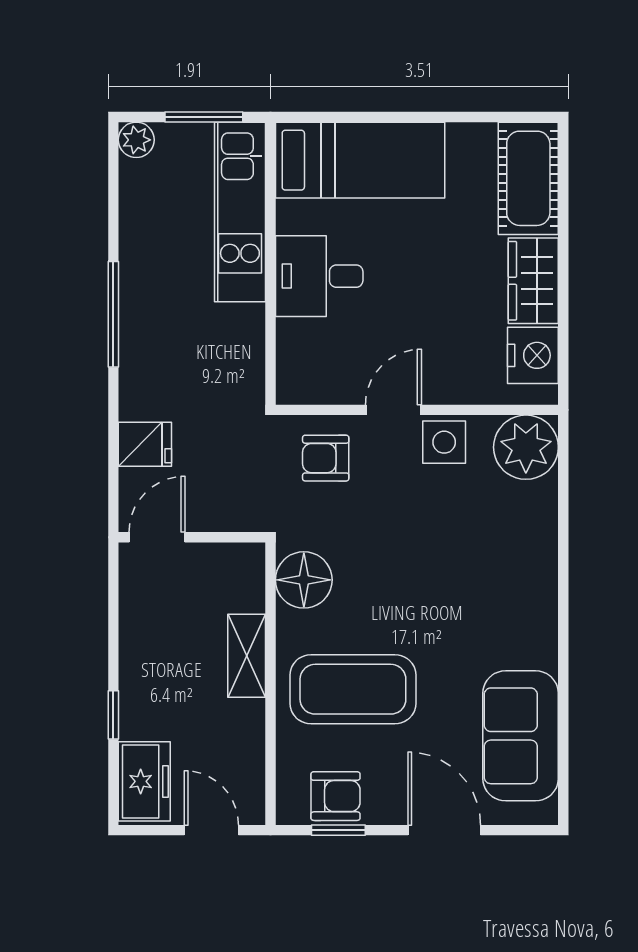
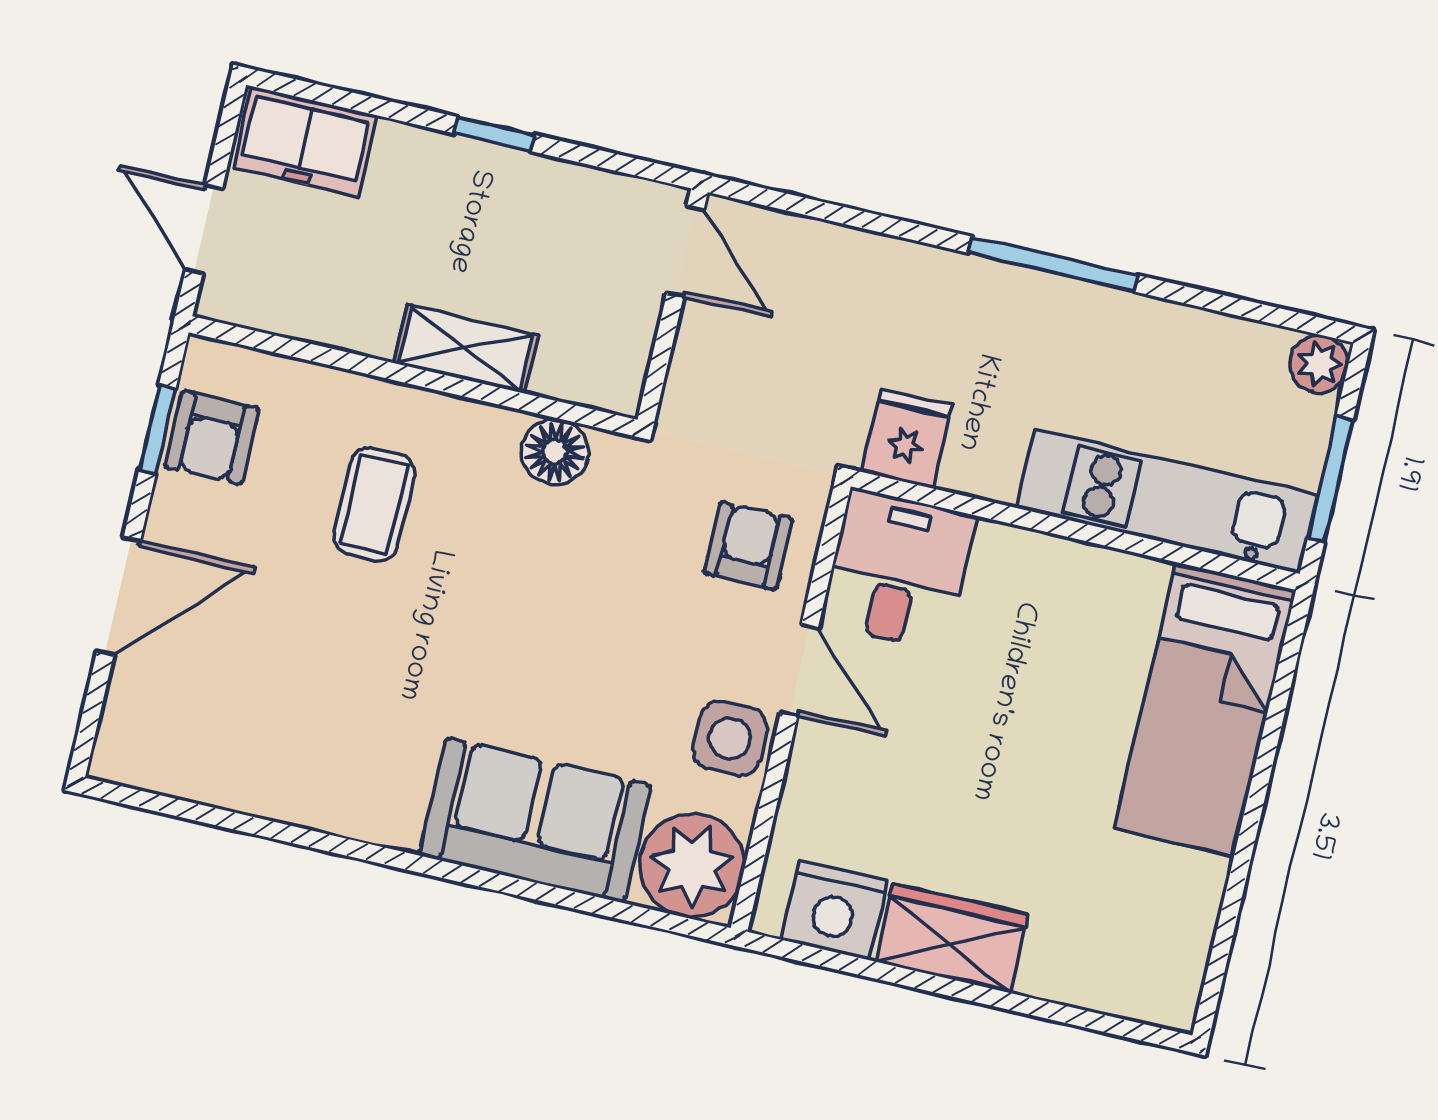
cot: (528, 178) -> (1115, 968), removed
desk: (319, 276) -> (898, 570), moved
fridge: (145, 444) -> (907, 438), moved, turned 180
floor lamp: (304, 580) -> (555, 452), width x0.73, depth x0.73
coffee table: (353, 689) -> (374, 504), width x0.54, depth x0.58
window: (113, 715) -> (494, 134), moved
sofa: (521, 736) -> (535, 820), moved
door: (211, 830) -> (204, 229), swing flipped

